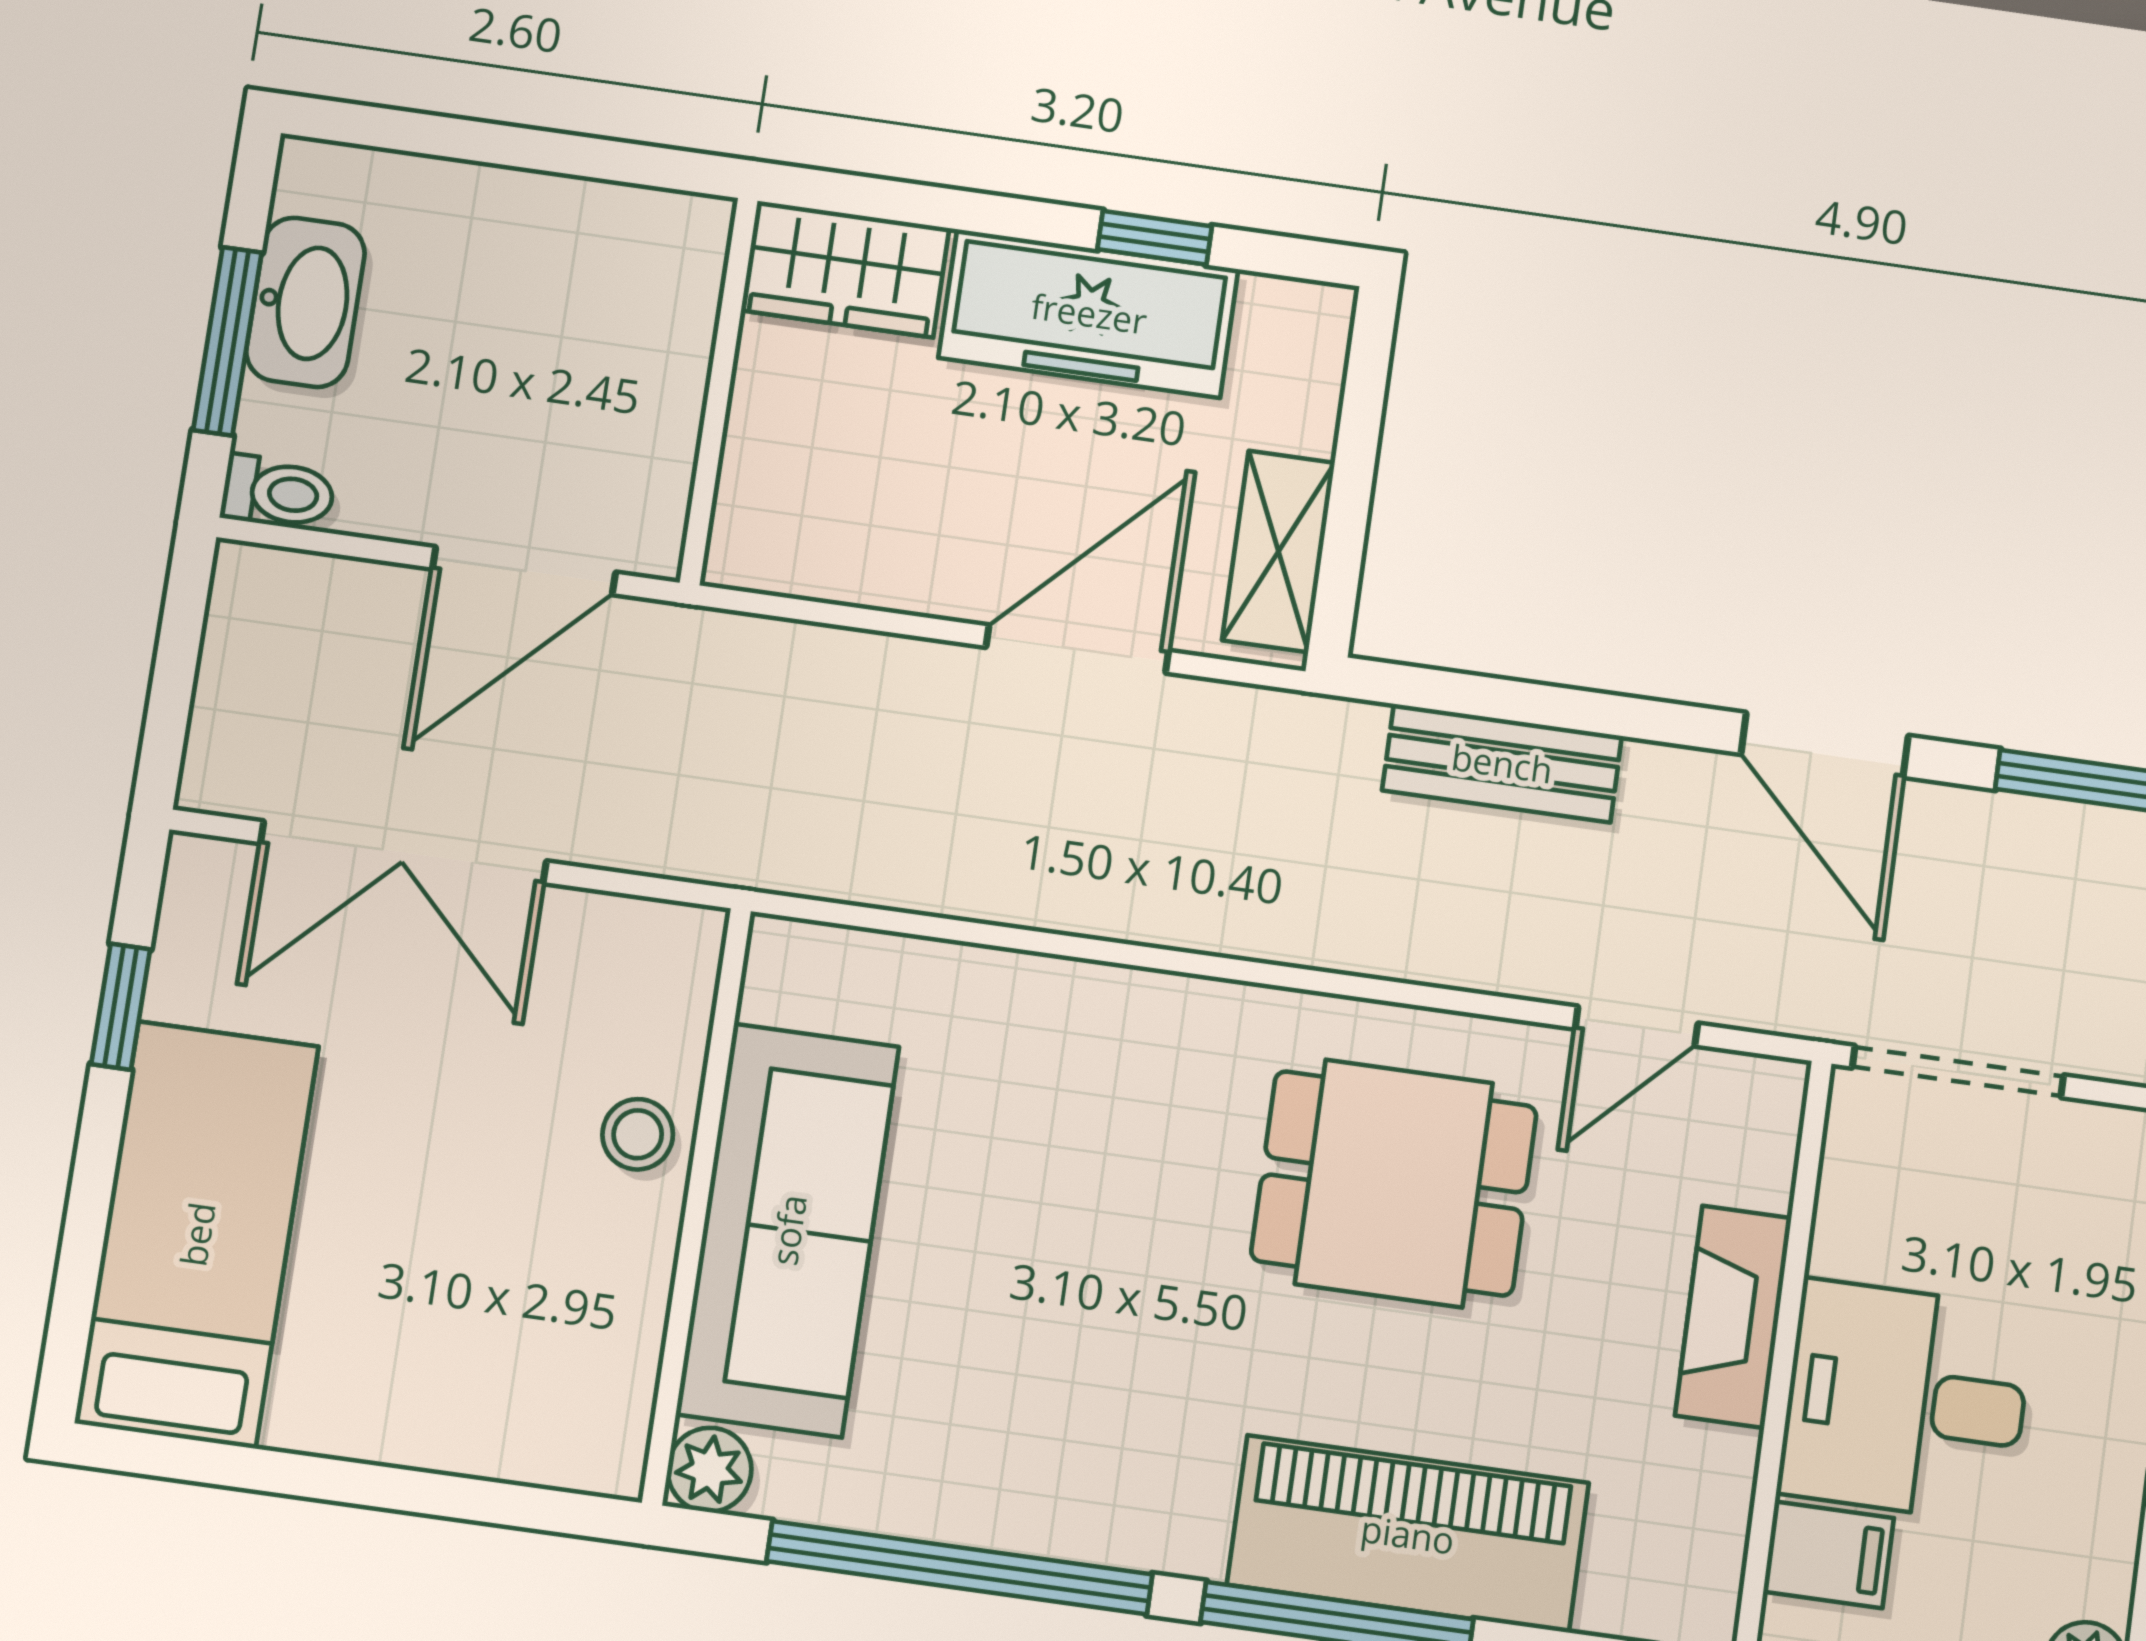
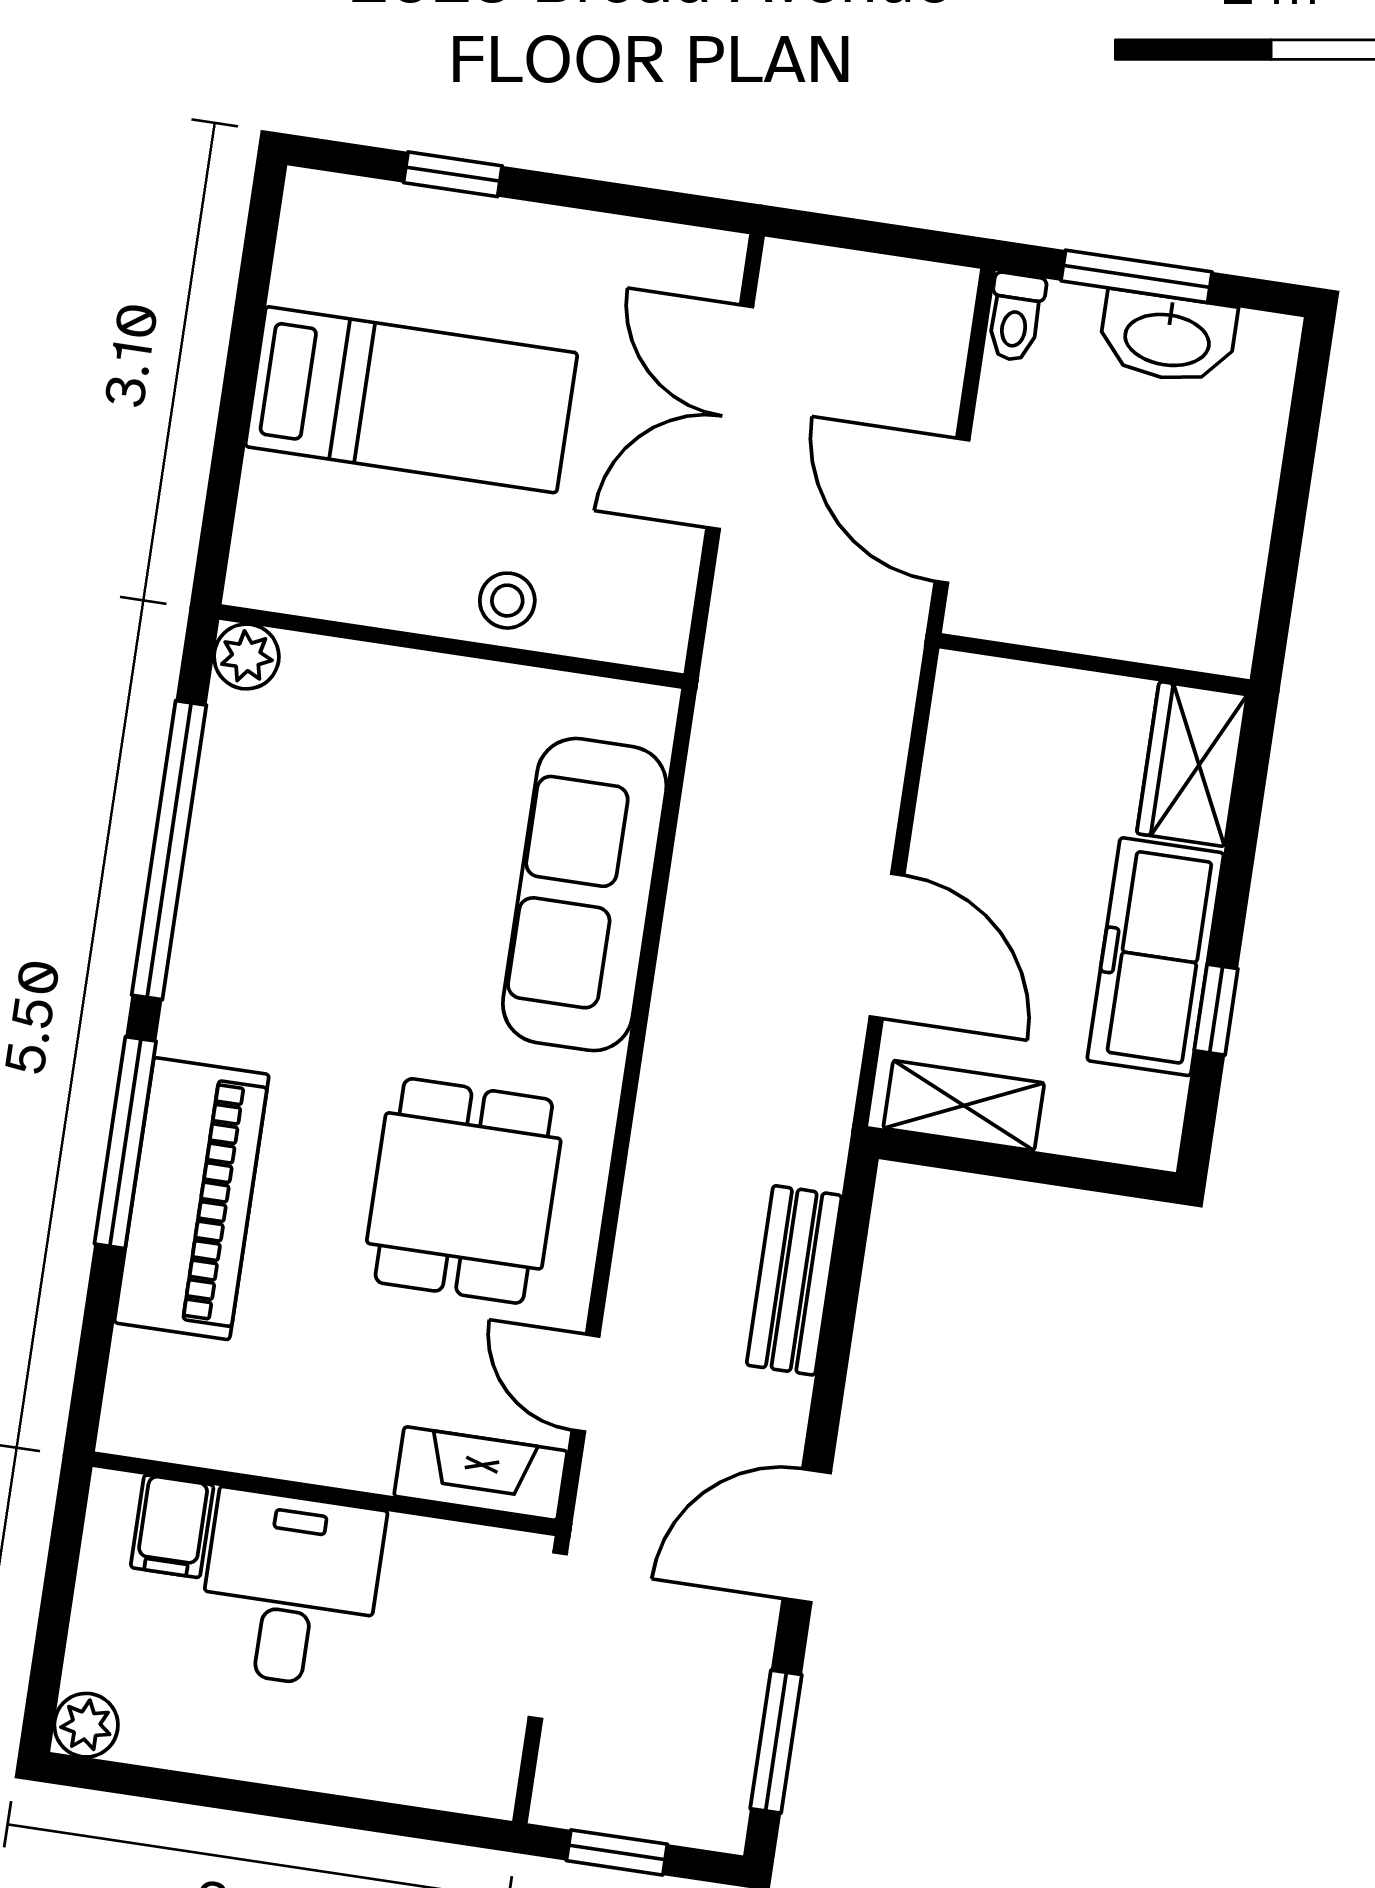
window: (121, 1007) -> (453, 174), moved
sofa: (788, 1230) -> (585, 895), moved, turned 90
bed: (197, 1234) -> (411, 400), moved
fireplace: (1733, 1317) -> (481, 1474), moved

